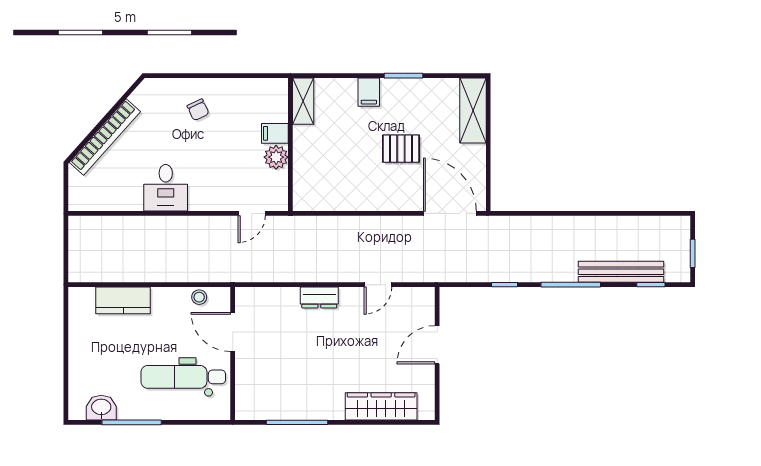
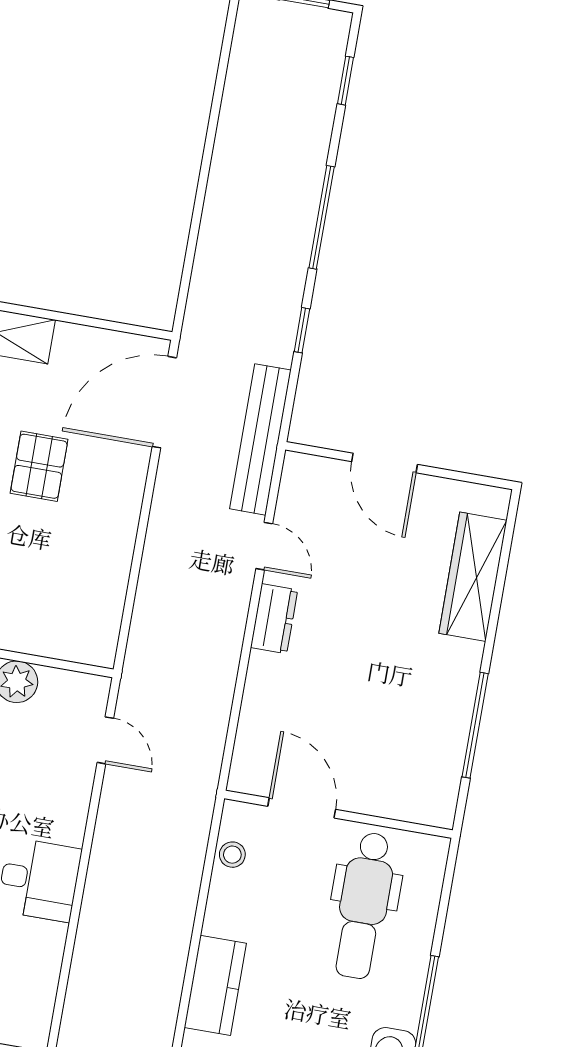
bench: (621, 272) -> (260, 439), moved
dresser: (319, 297) -> (274, 619), moved
door: (233, 332) -> (302, 808), swing flipped

